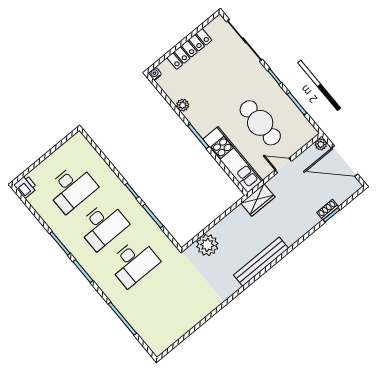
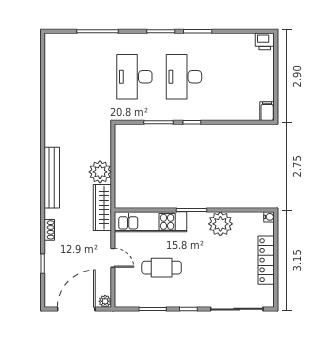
plant: (183, 105) -> (220, 224), width x1.88, depth x1.88
cafe table: (260, 123) -> (162, 268), width x0.73, depth x0.74
filing cabinet: (77, 141) -> (267, 111), added
door: (283, 166) -> (113, 258), hinge flipped
desk: (72, 188) -> (234, 77), removed
wardrobe: (258, 200) -> (102, 208), width x1.50
shoe rack: (328, 210) -> (49, 230), moved
plant: (207, 245) -> (100, 172), moved

